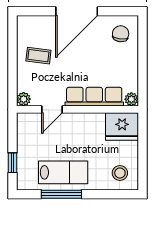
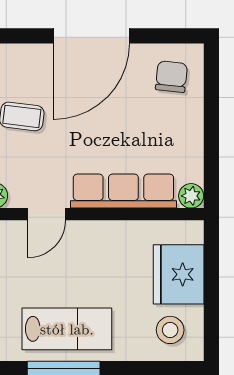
fridge: (122, 126) -> (179, 274), moved, turned 90

